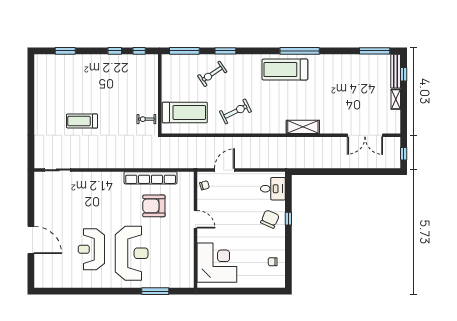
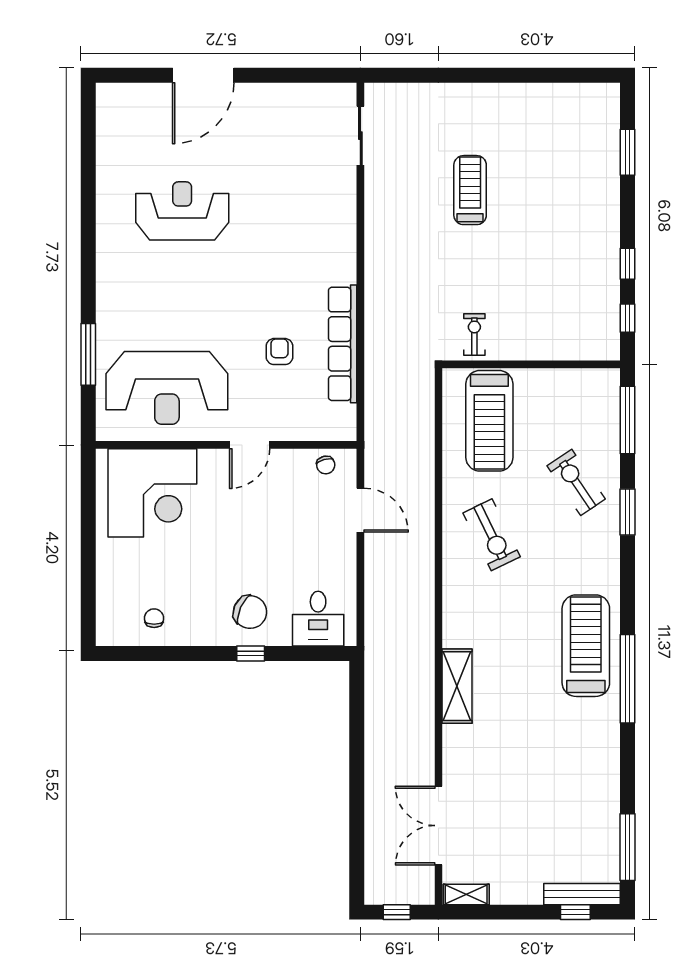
shelving: (396, 99) -> (466, 895), moved
armchair: (154, 206) -> (279, 352), width x0.53, depth x0.53
reception desk: (132, 253) -> (167, 388), moved

